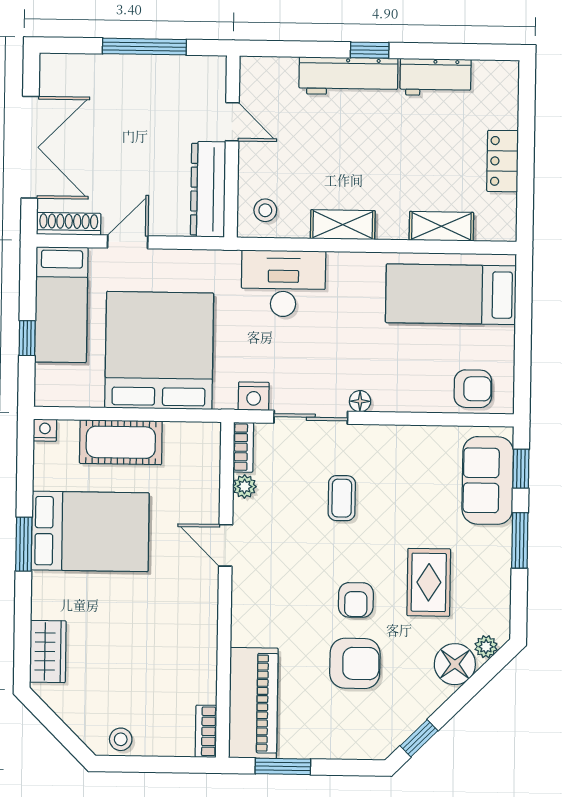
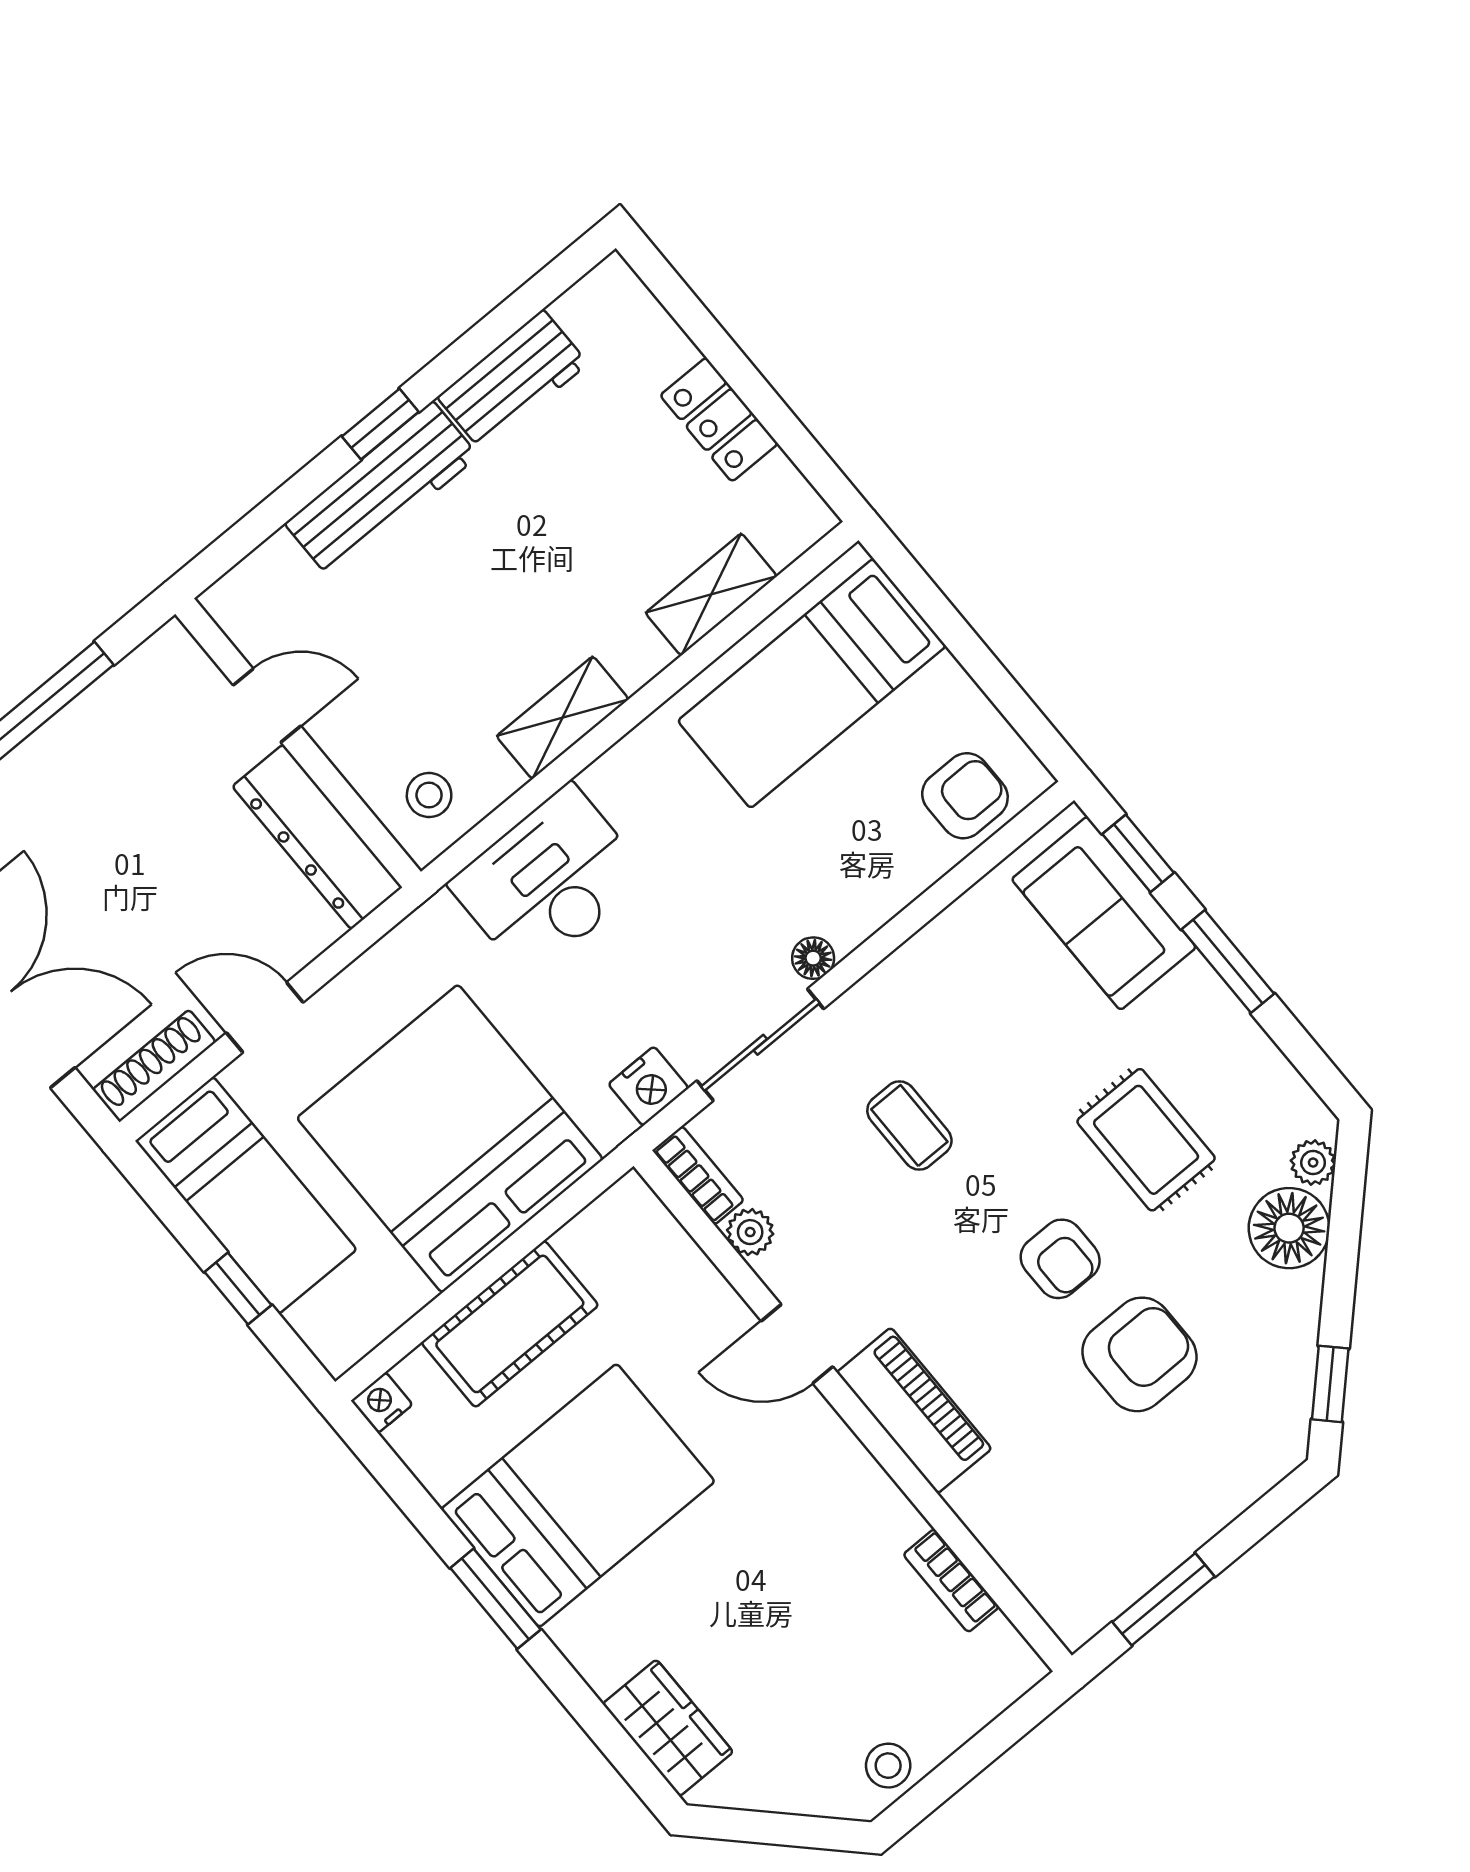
door: (128, 242) -> (265, 1017), hinge flipped
piano: (253, 703) -> (914, 1411), moved, width x0.73, depth x0.75
bookcase: (206, 731) -> (951, 1581), moved

